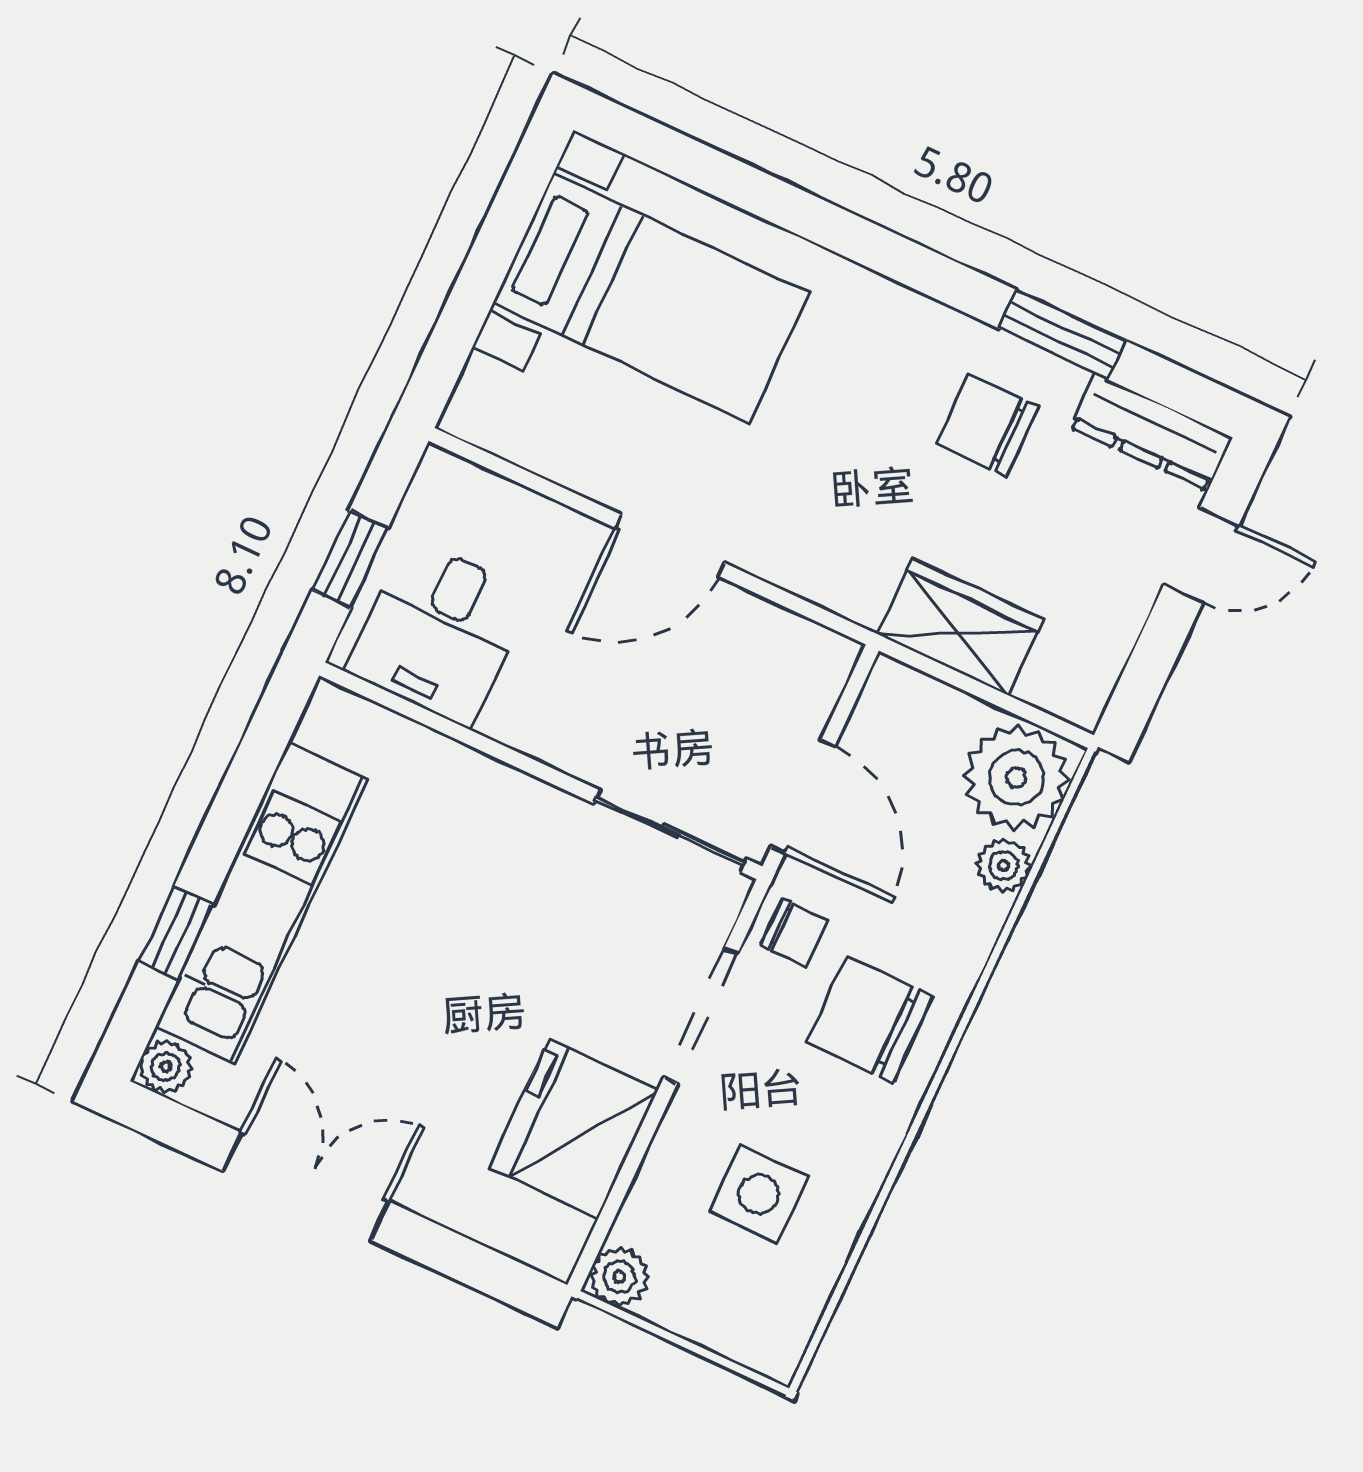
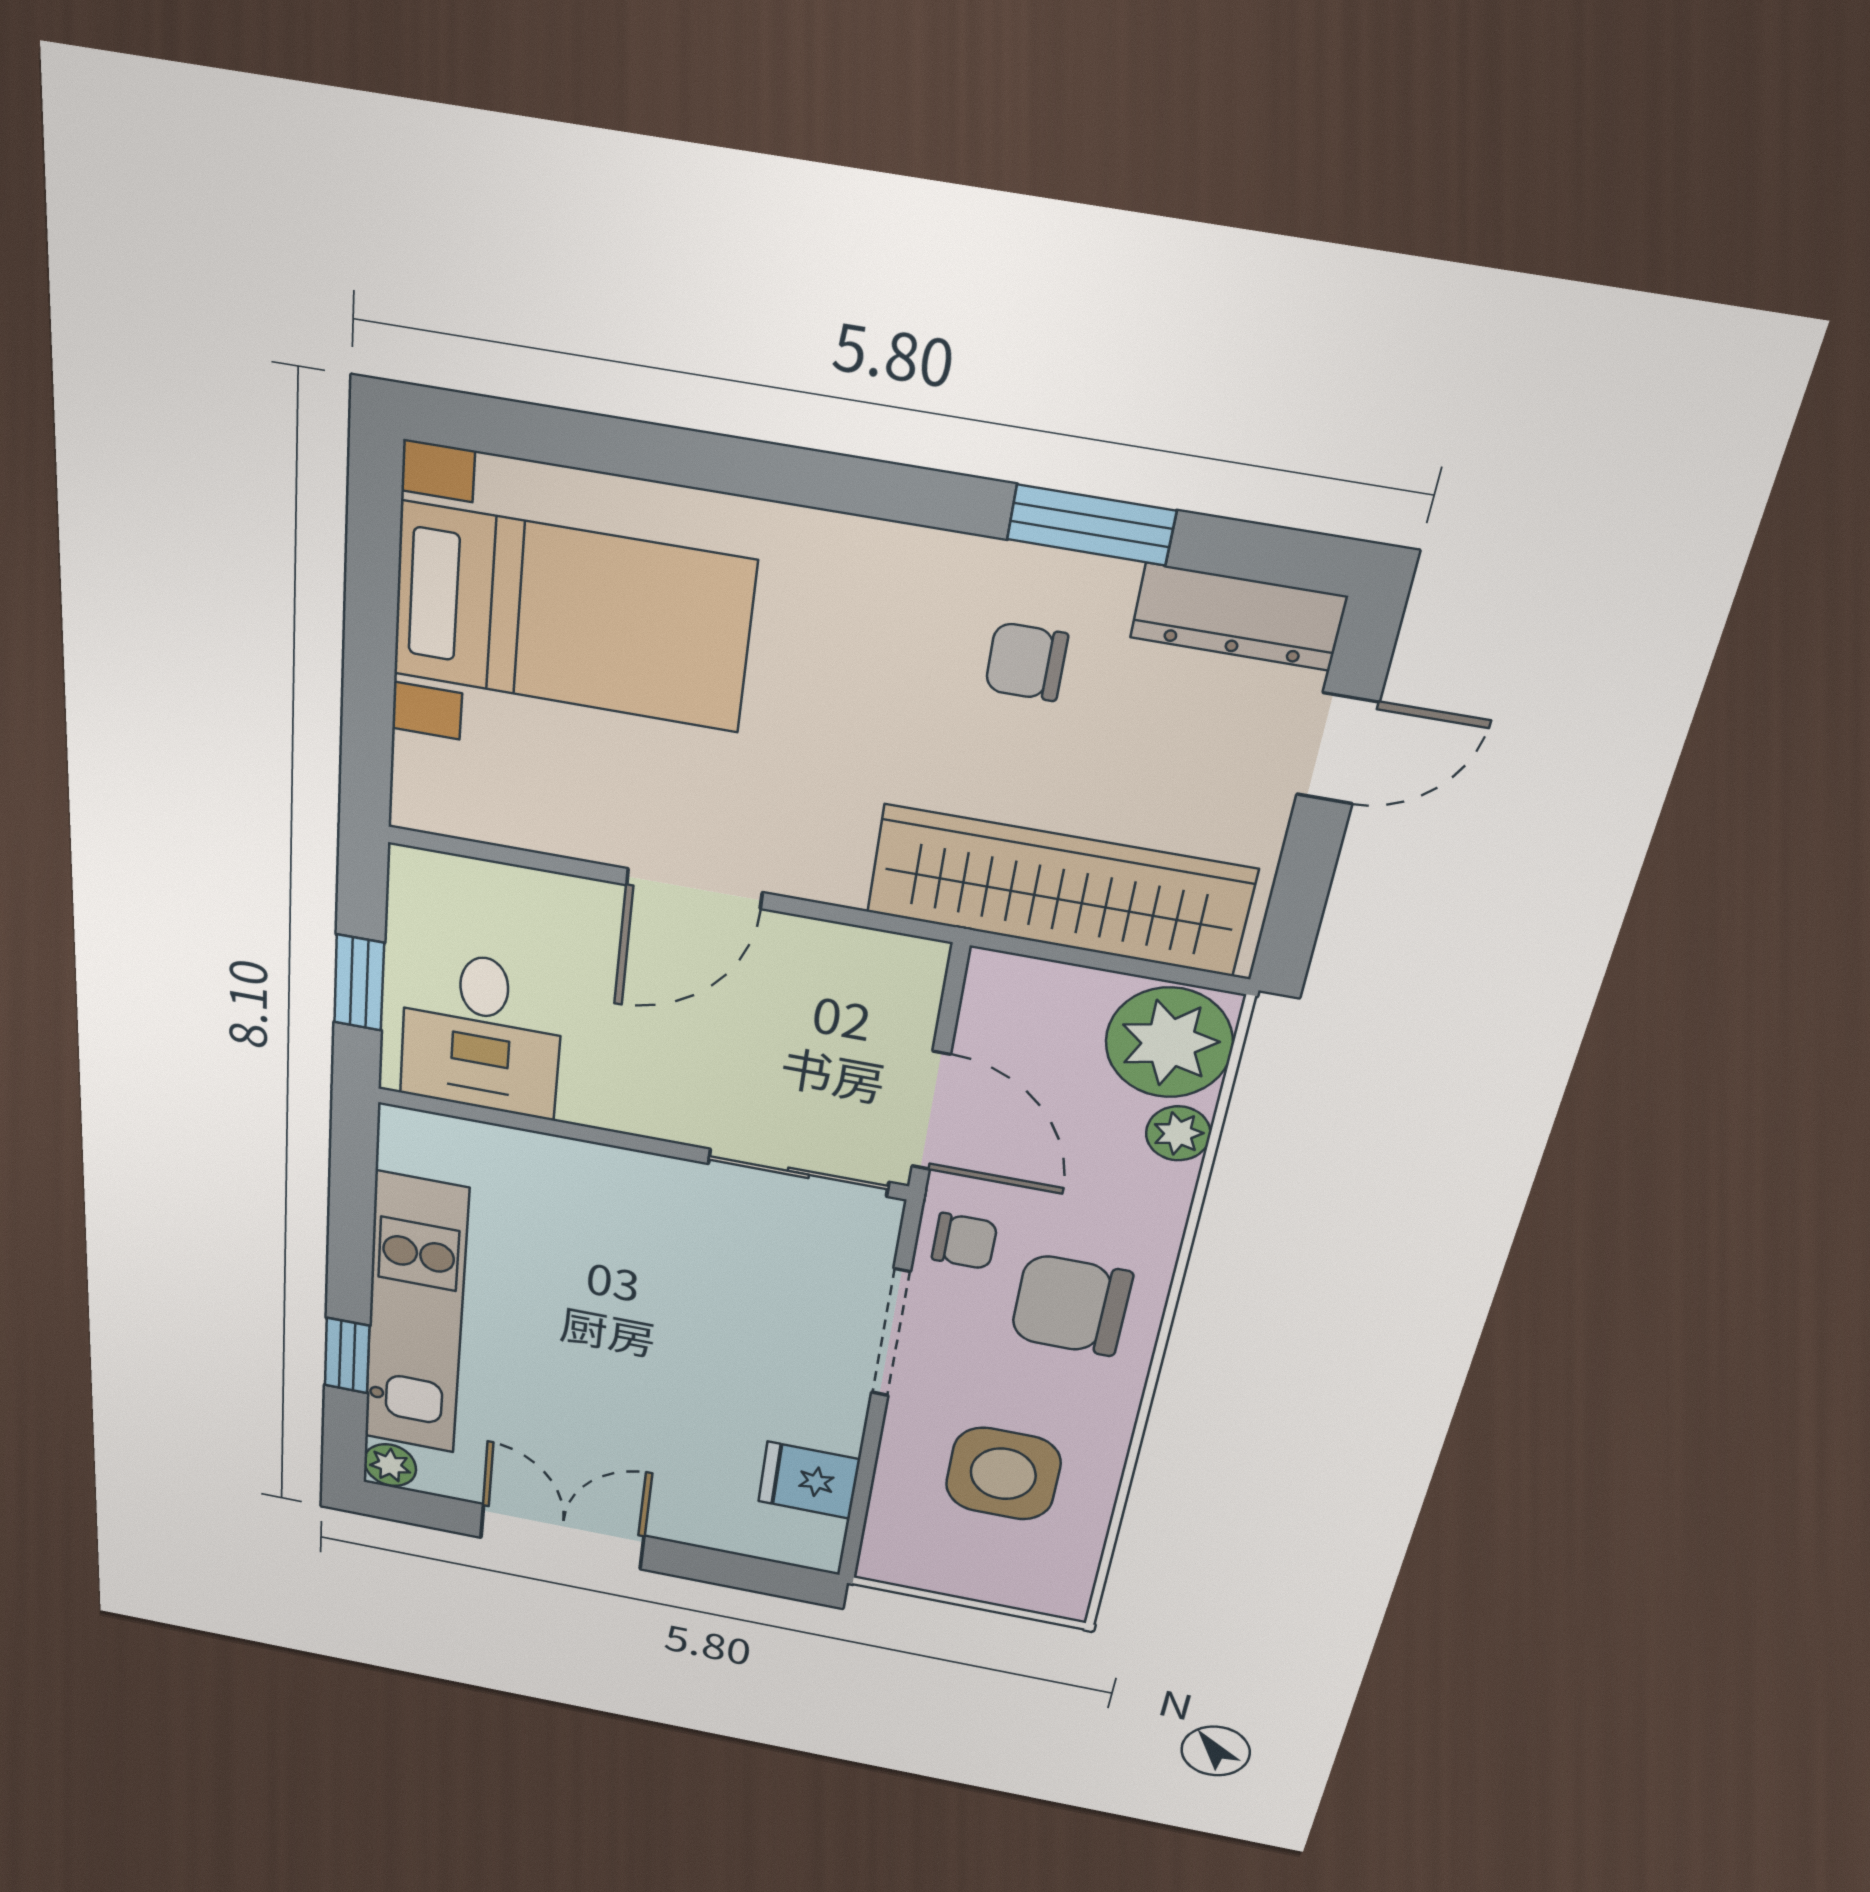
chair: (987, 425) -> (1026, 662), width x0.73, depth x0.73
wardrobe: (960, 627) -> (1060, 891), width x2.10, depth x1.17
fridge: (574, 1129) -> (809, 1480), width x0.53, depth x0.75
side table: (759, 1194) -> (1003, 1474), width x1.37, depth x1.37
plant: (619, 1277) -> (887, 1561), removed

